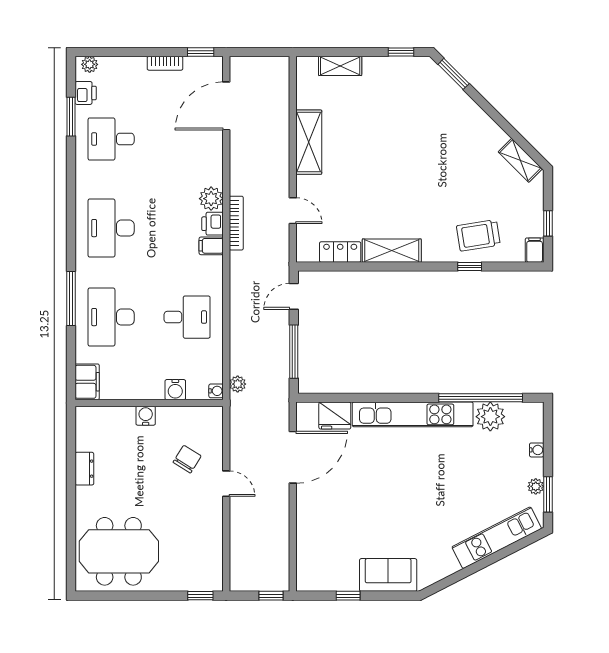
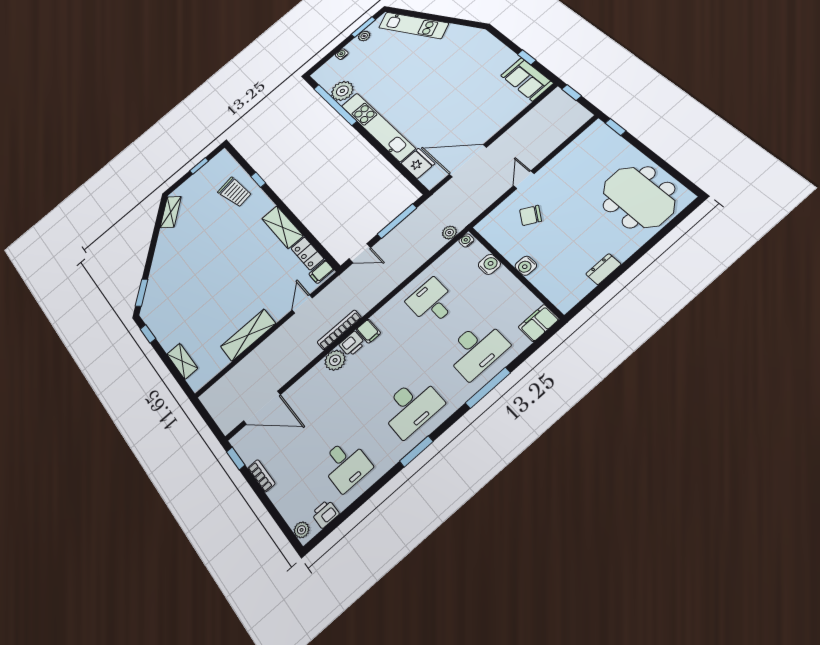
window: (71, 117) -> (416, 451), moved
filing cabinet: (535, 250) -> (321, 272), moved
sofa: (388, 575) -> (527, 79), moved

